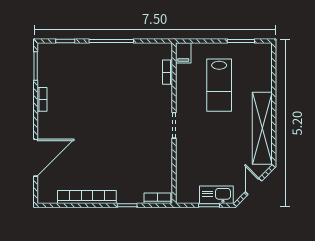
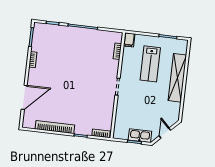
shelving: (262, 128) -> (177, 78), moved

